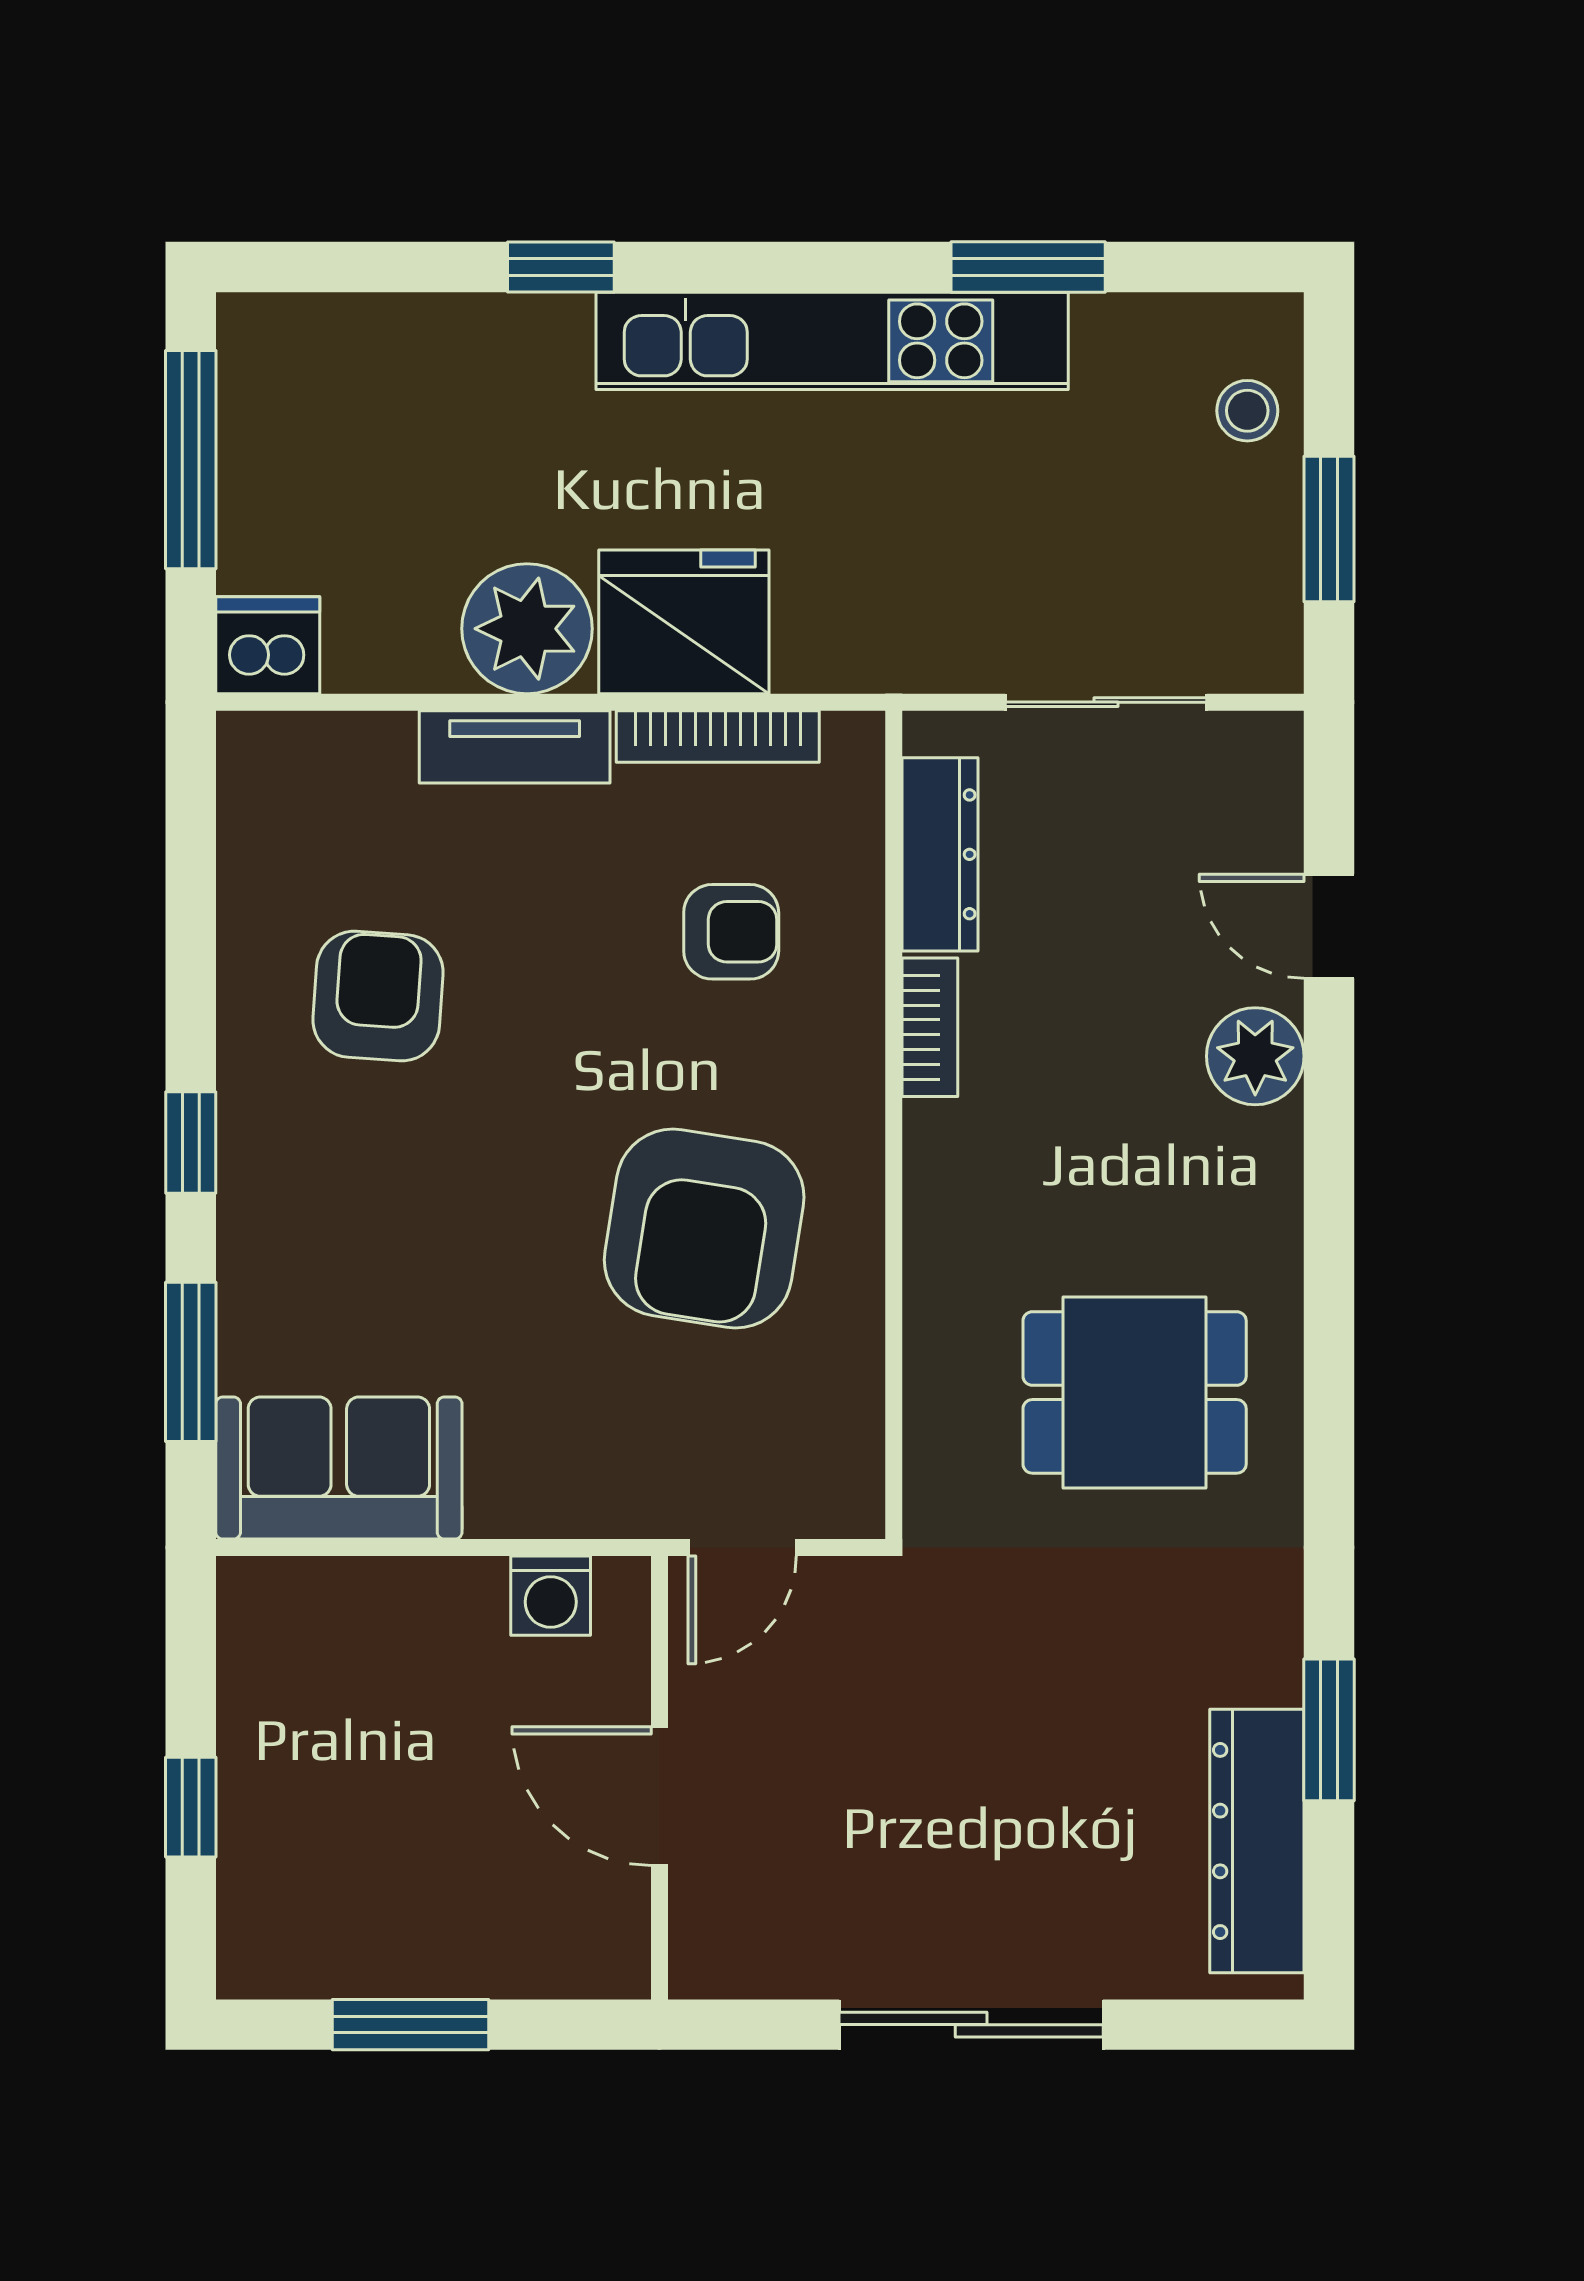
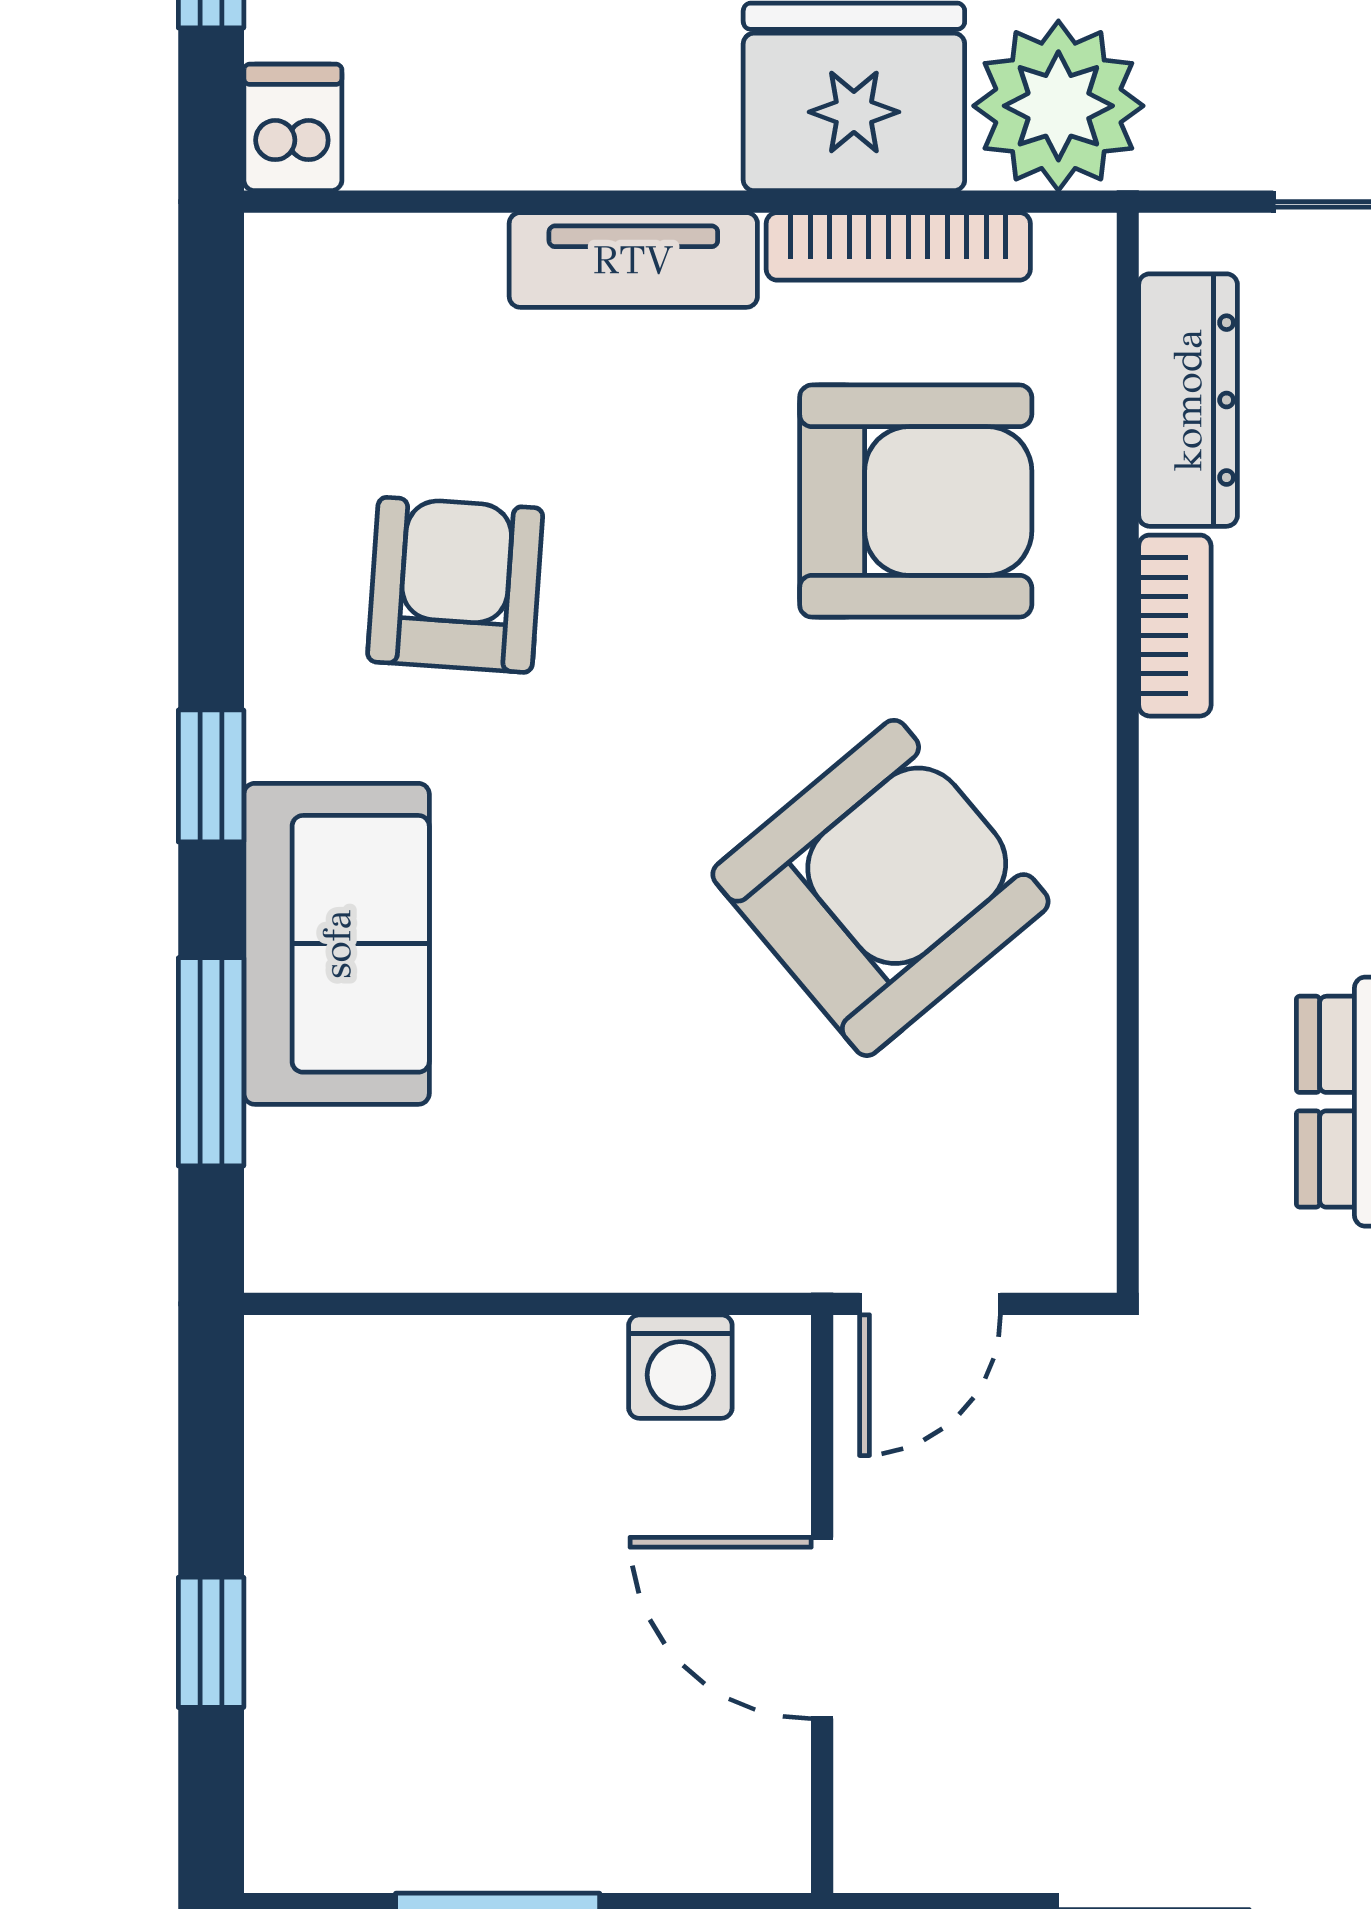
plant: (527, 629) -> (1058, 106), moved
dishwasher: (268, 645) -> (293, 127), width x0.73
armchair: (731, 932) -> (916, 501), width x1.88, depth x1.88
armchair: (704, 1229) -> (880, 888), turned -139
sofa: (339, 1468) -> (337, 944), moved, turned 90

